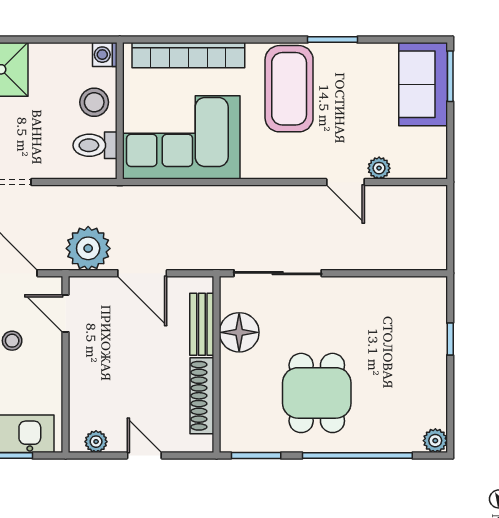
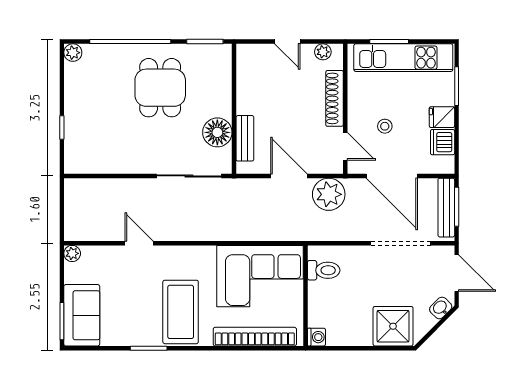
stool: (94, 102) -> (324, 302), removed
plant: (379, 168) -> (72, 253), moved
shoe rack: (202, 396) -> (335, 98), moved, turned 180

